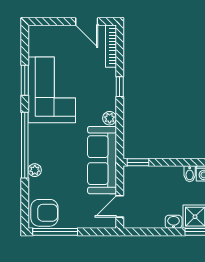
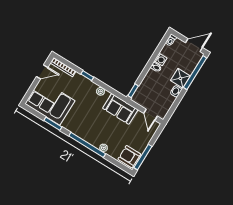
corner sofa: (52, 90) -> (50, 102), moved
sofa: (102, 160) -> (120, 109), width x0.73
armchair: (44, 213) -> (129, 157), turned -90

